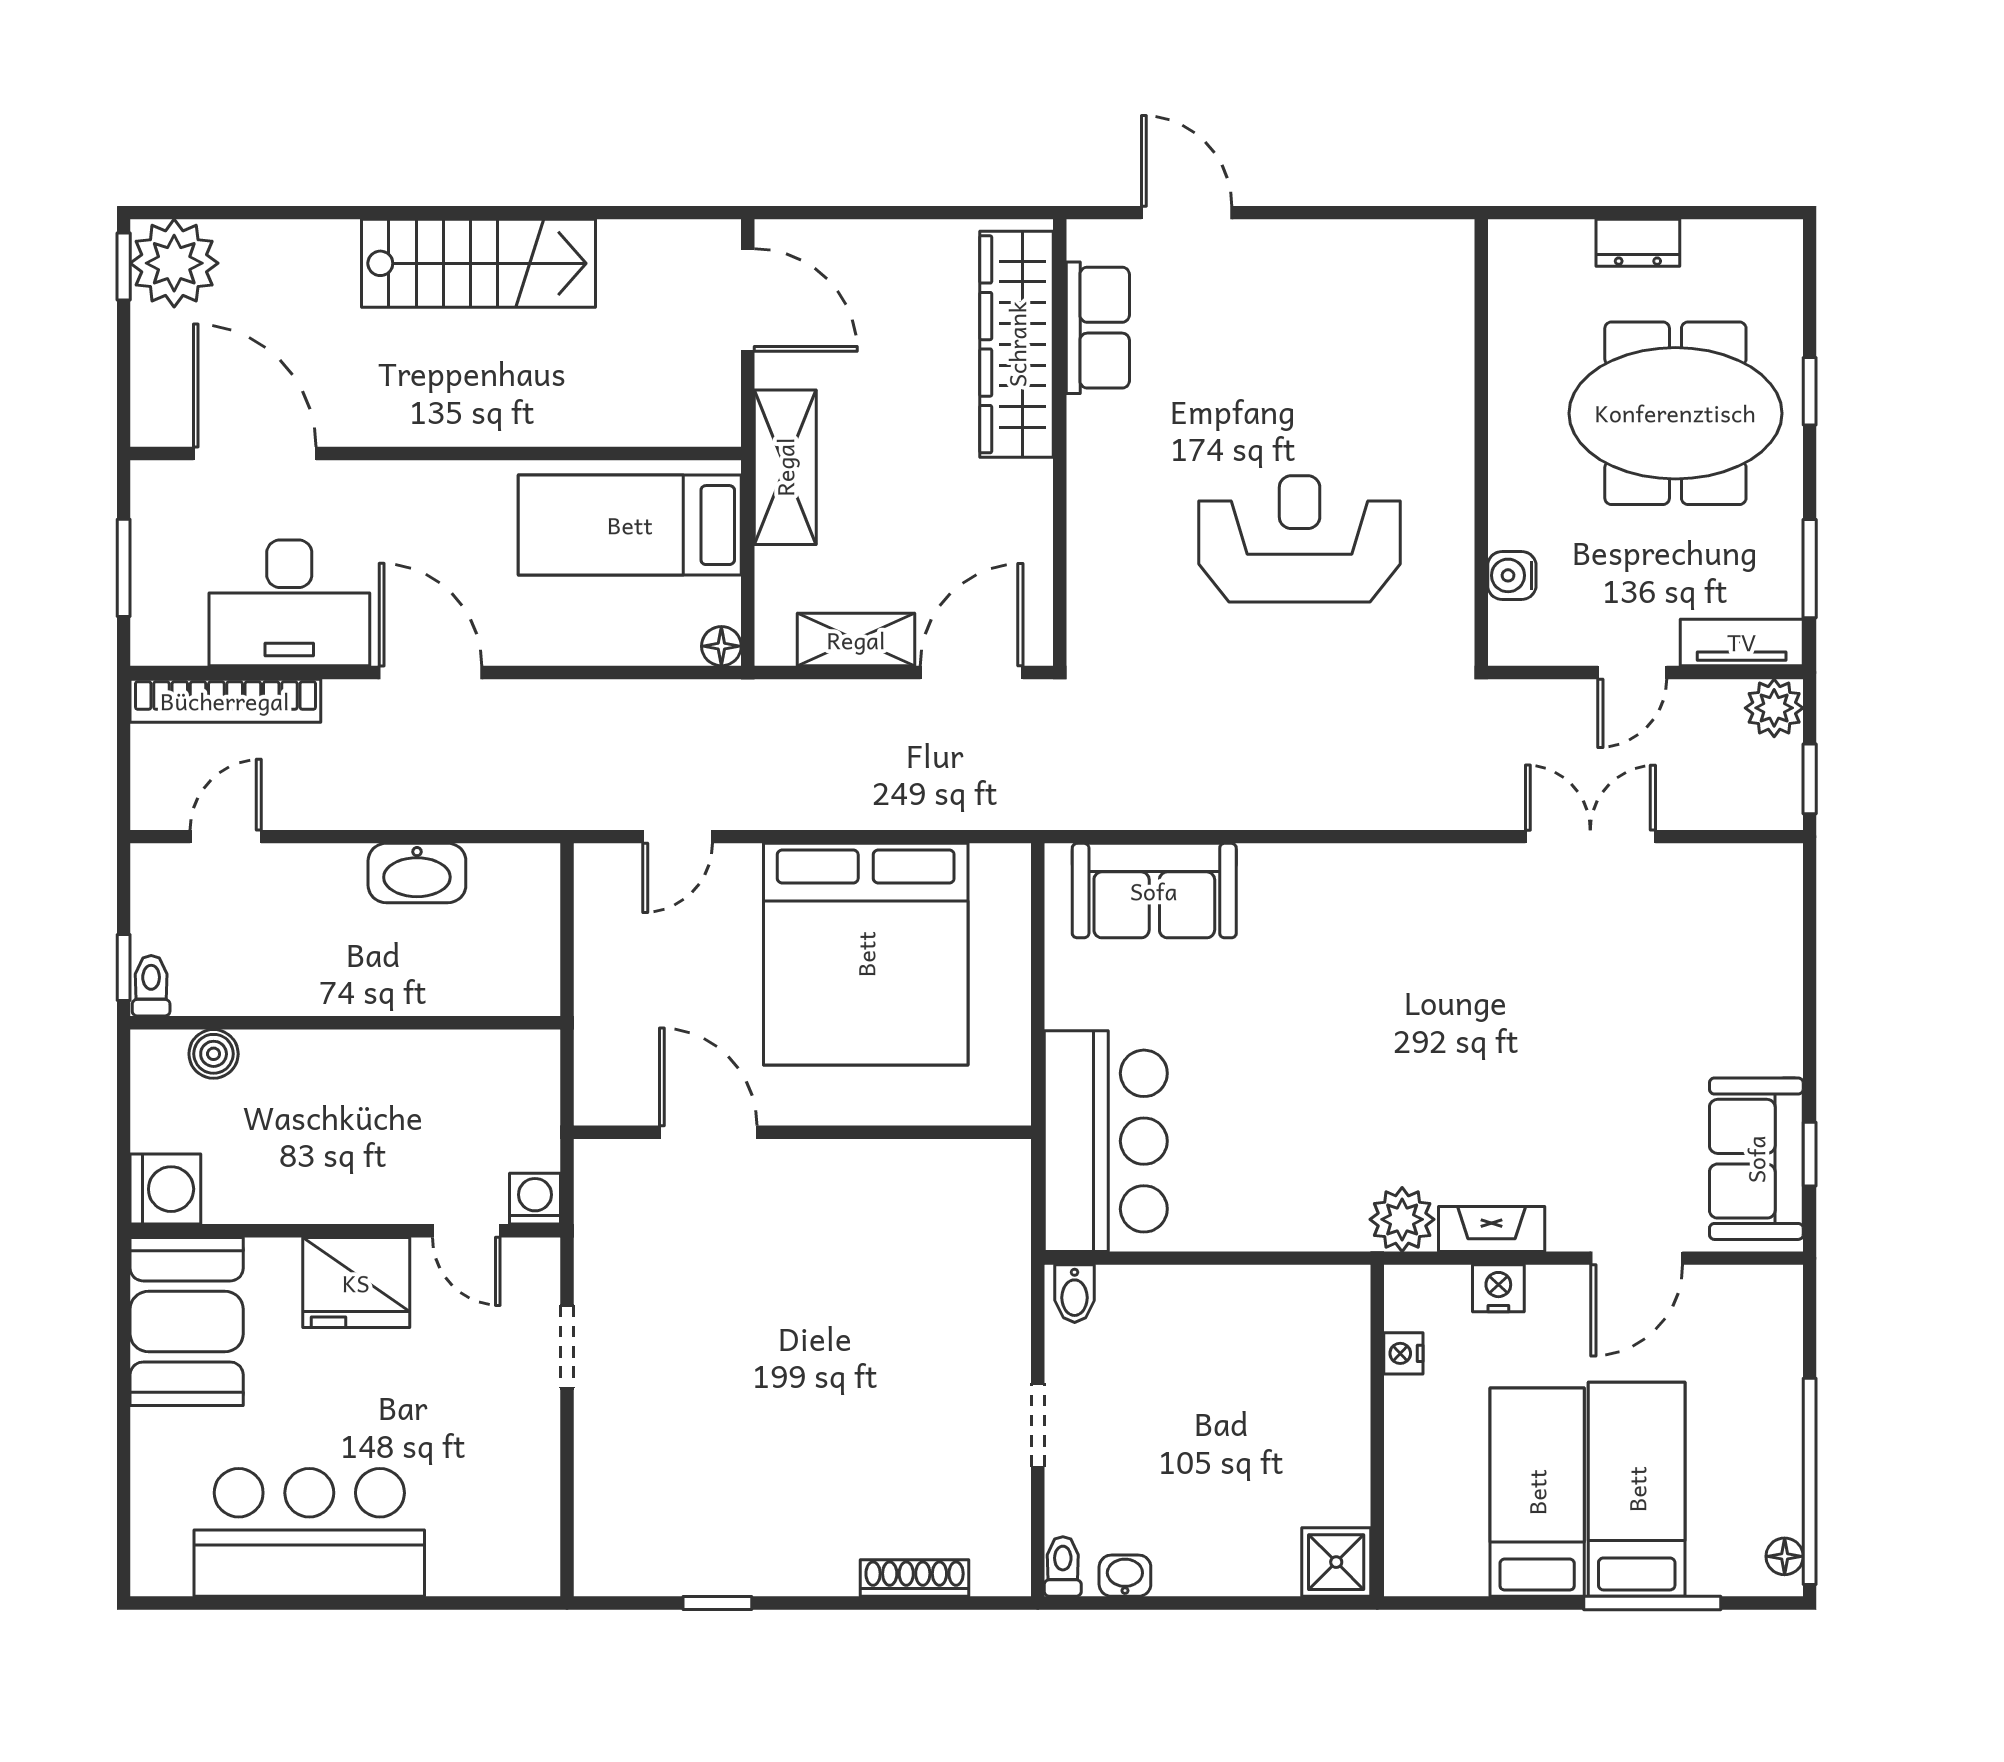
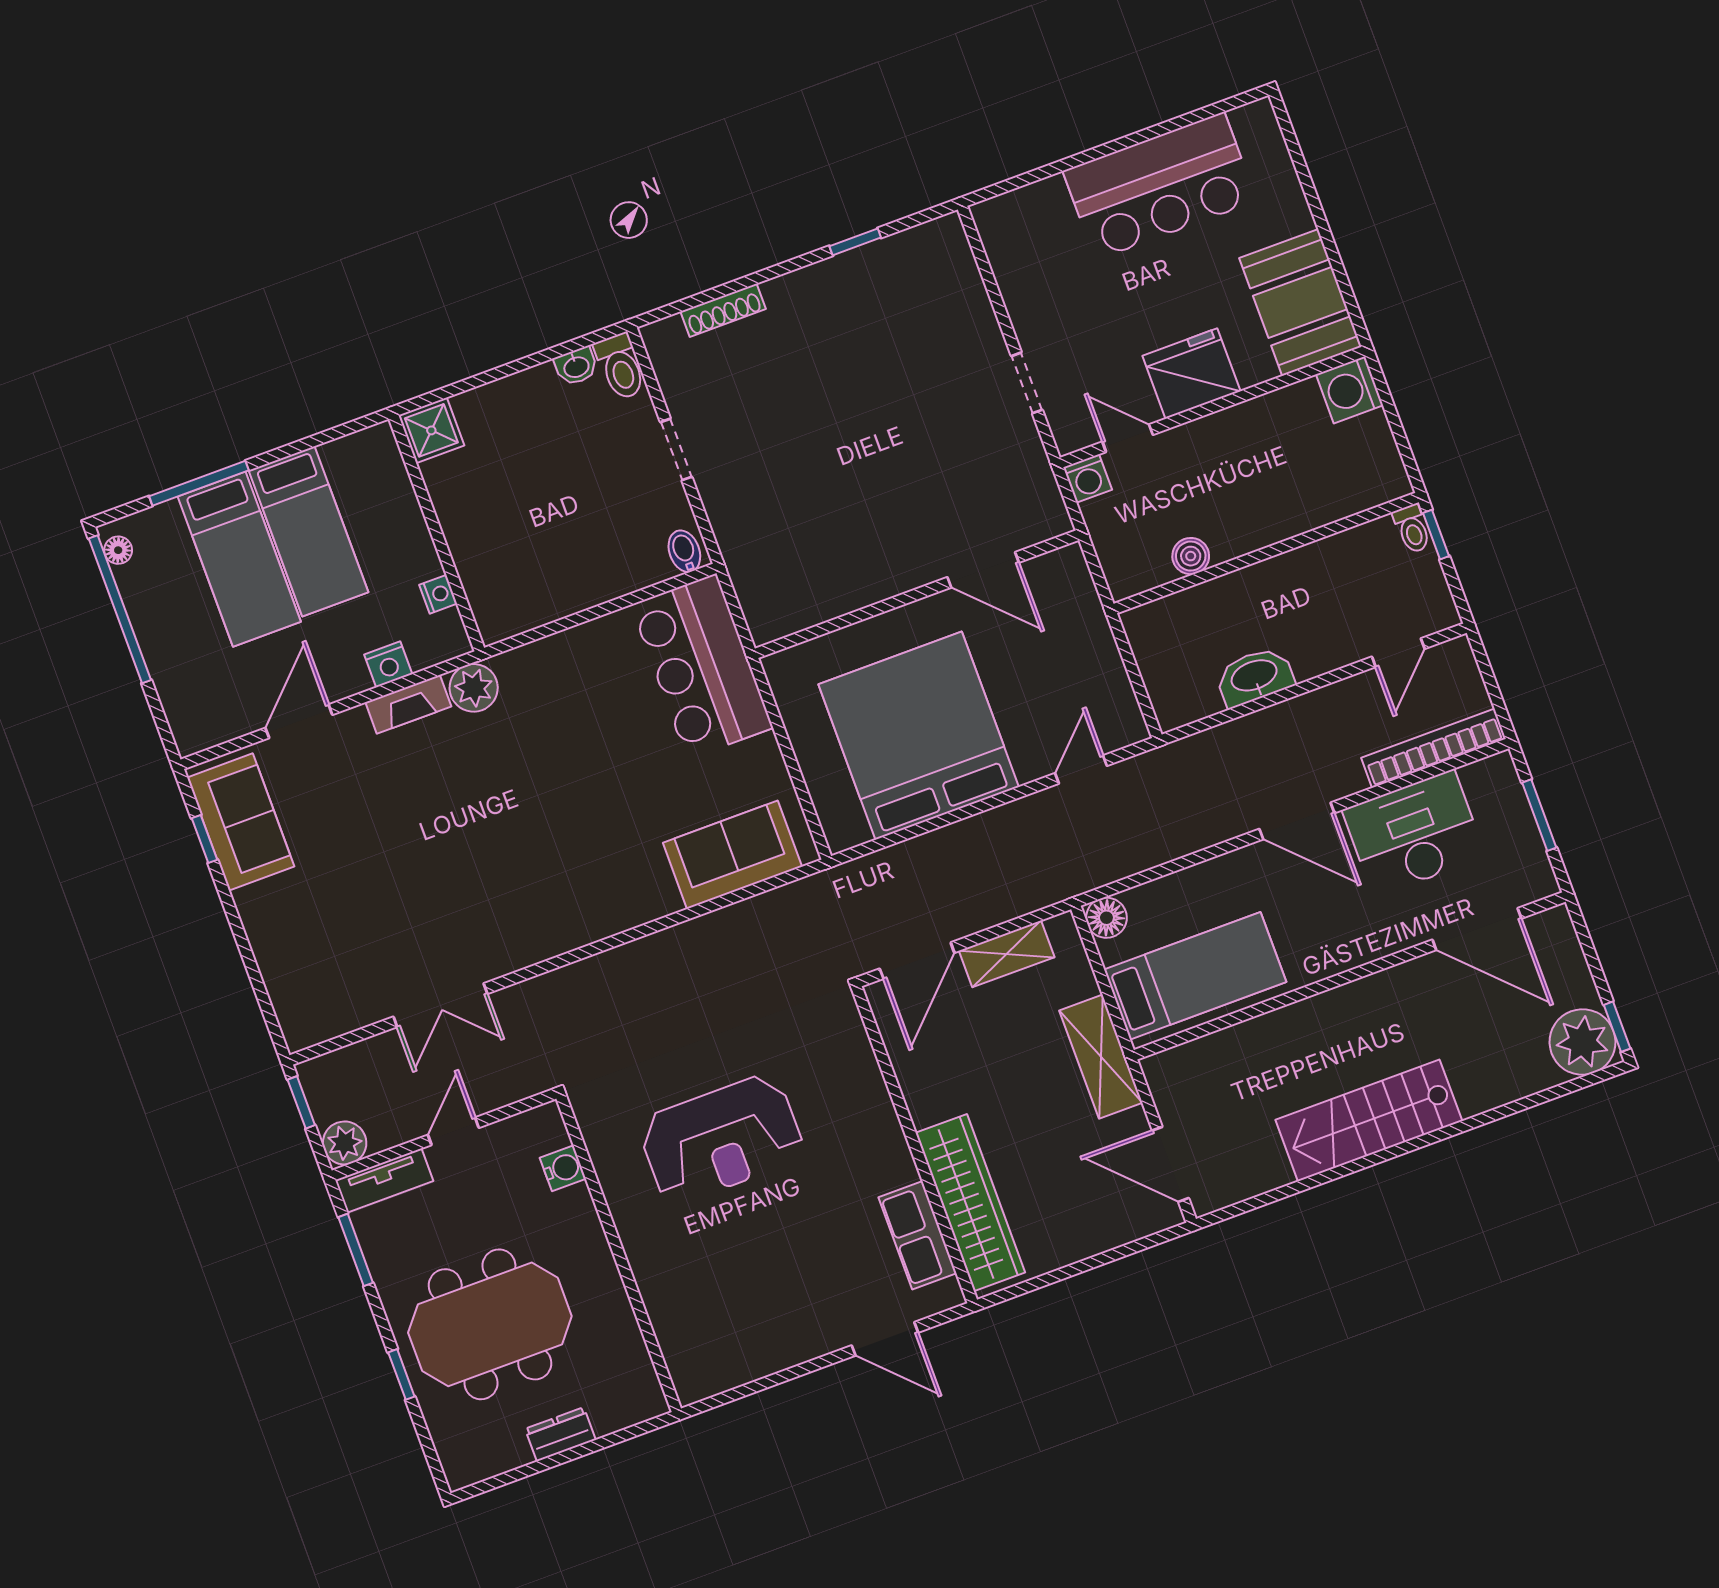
floor lamp: (721, 646) -> (1106, 918), width x1.37, depth x1.37
boiler: (214, 1054) -> (1191, 556), moved
toilet: (1063, 1566) -> (620, 367), width x1.37, depth x1.39

